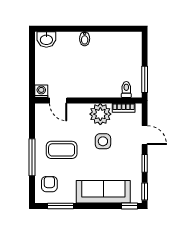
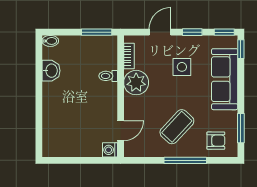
washbasin: (46, 39) -> (51, 71), moved
bidet: (85, 39) -> (50, 41), moved
toilet: (126, 90) -> (108, 76), moved
side table: (103, 141) -> (182, 67), moved
coffee table: (62, 150) -> (177, 127), turned 43
armchair: (49, 184) -> (216, 141), turned 180

